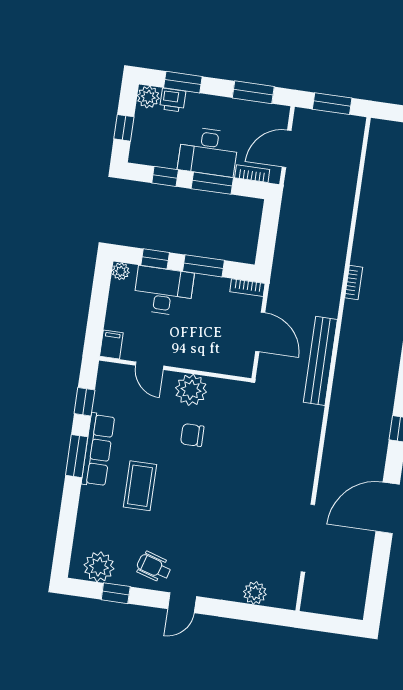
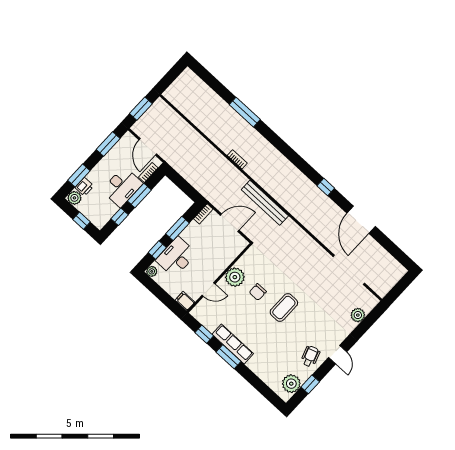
coffee table: (140, 486) -> (284, 307), moved, turned 90
wheelchair: (154, 567) -> (310, 356), turned 144

